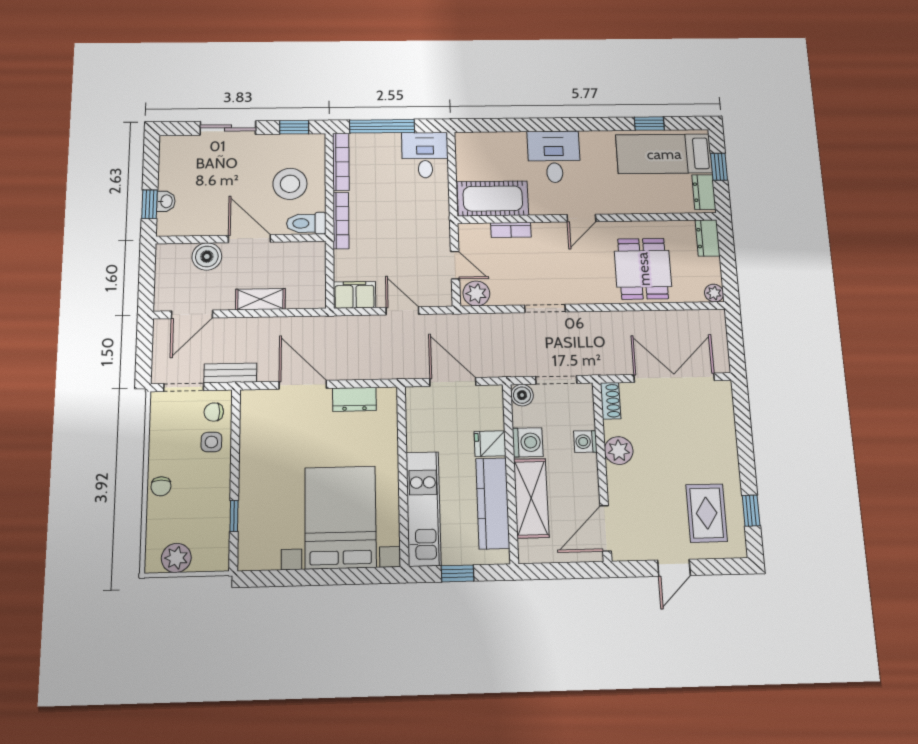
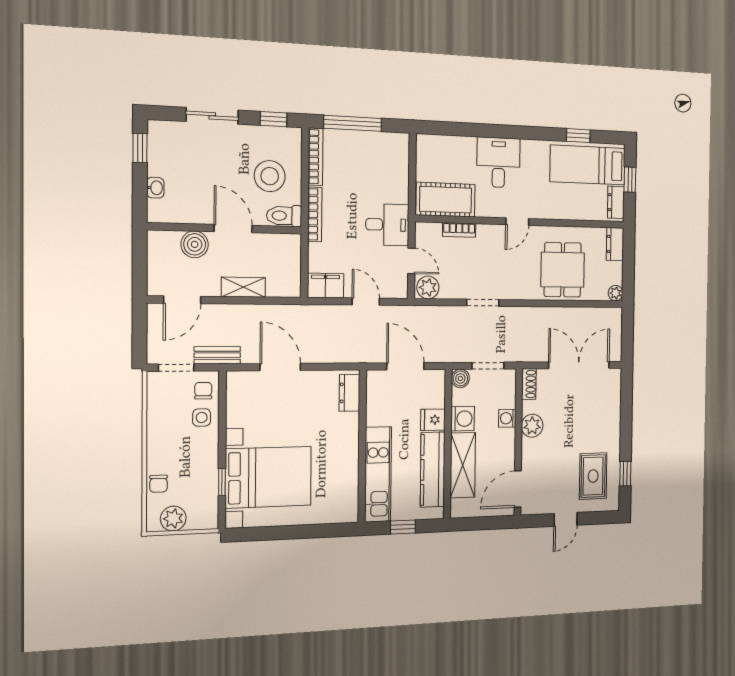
desk: (425, 155) -> (387, 225), moved, turned 90
window: (149, 204) -> (140, 148), moved
dresser: (354, 399) -> (349, 393), moved, turned 90
chair: (214, 412) -> (203, 391), turned 90
chair: (161, 486) -> (159, 484), moved
bed with nightstands: (340, 517) -> (268, 477), moved, turned 90

